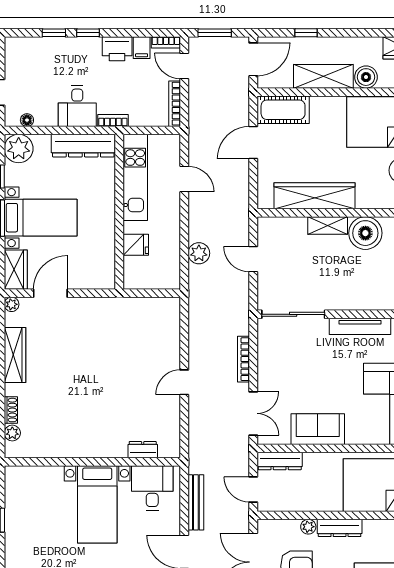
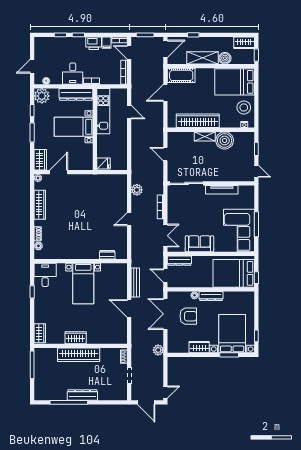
bed with nightstands: (41, 218) -> (74, 127), moved, turned 180
fridge: (136, 245) -> (103, 163), moved
plant: (199, 253) -> (137, 190), moved
desk: (152, 488) -> (45, 275), moved

